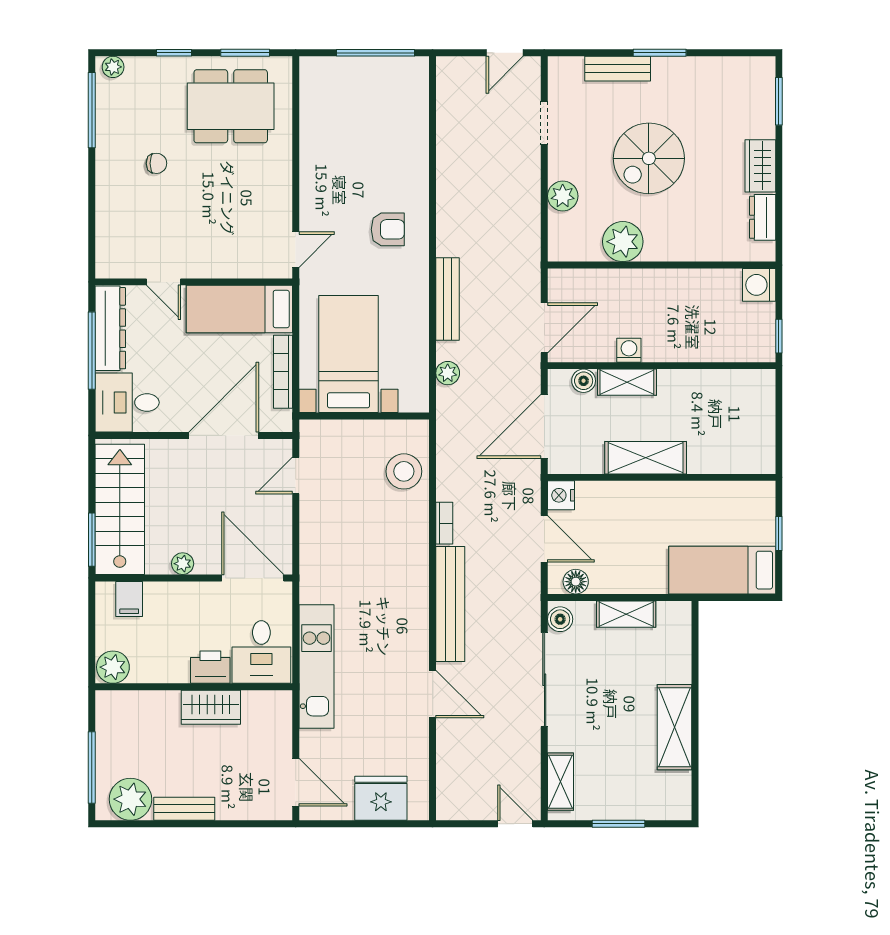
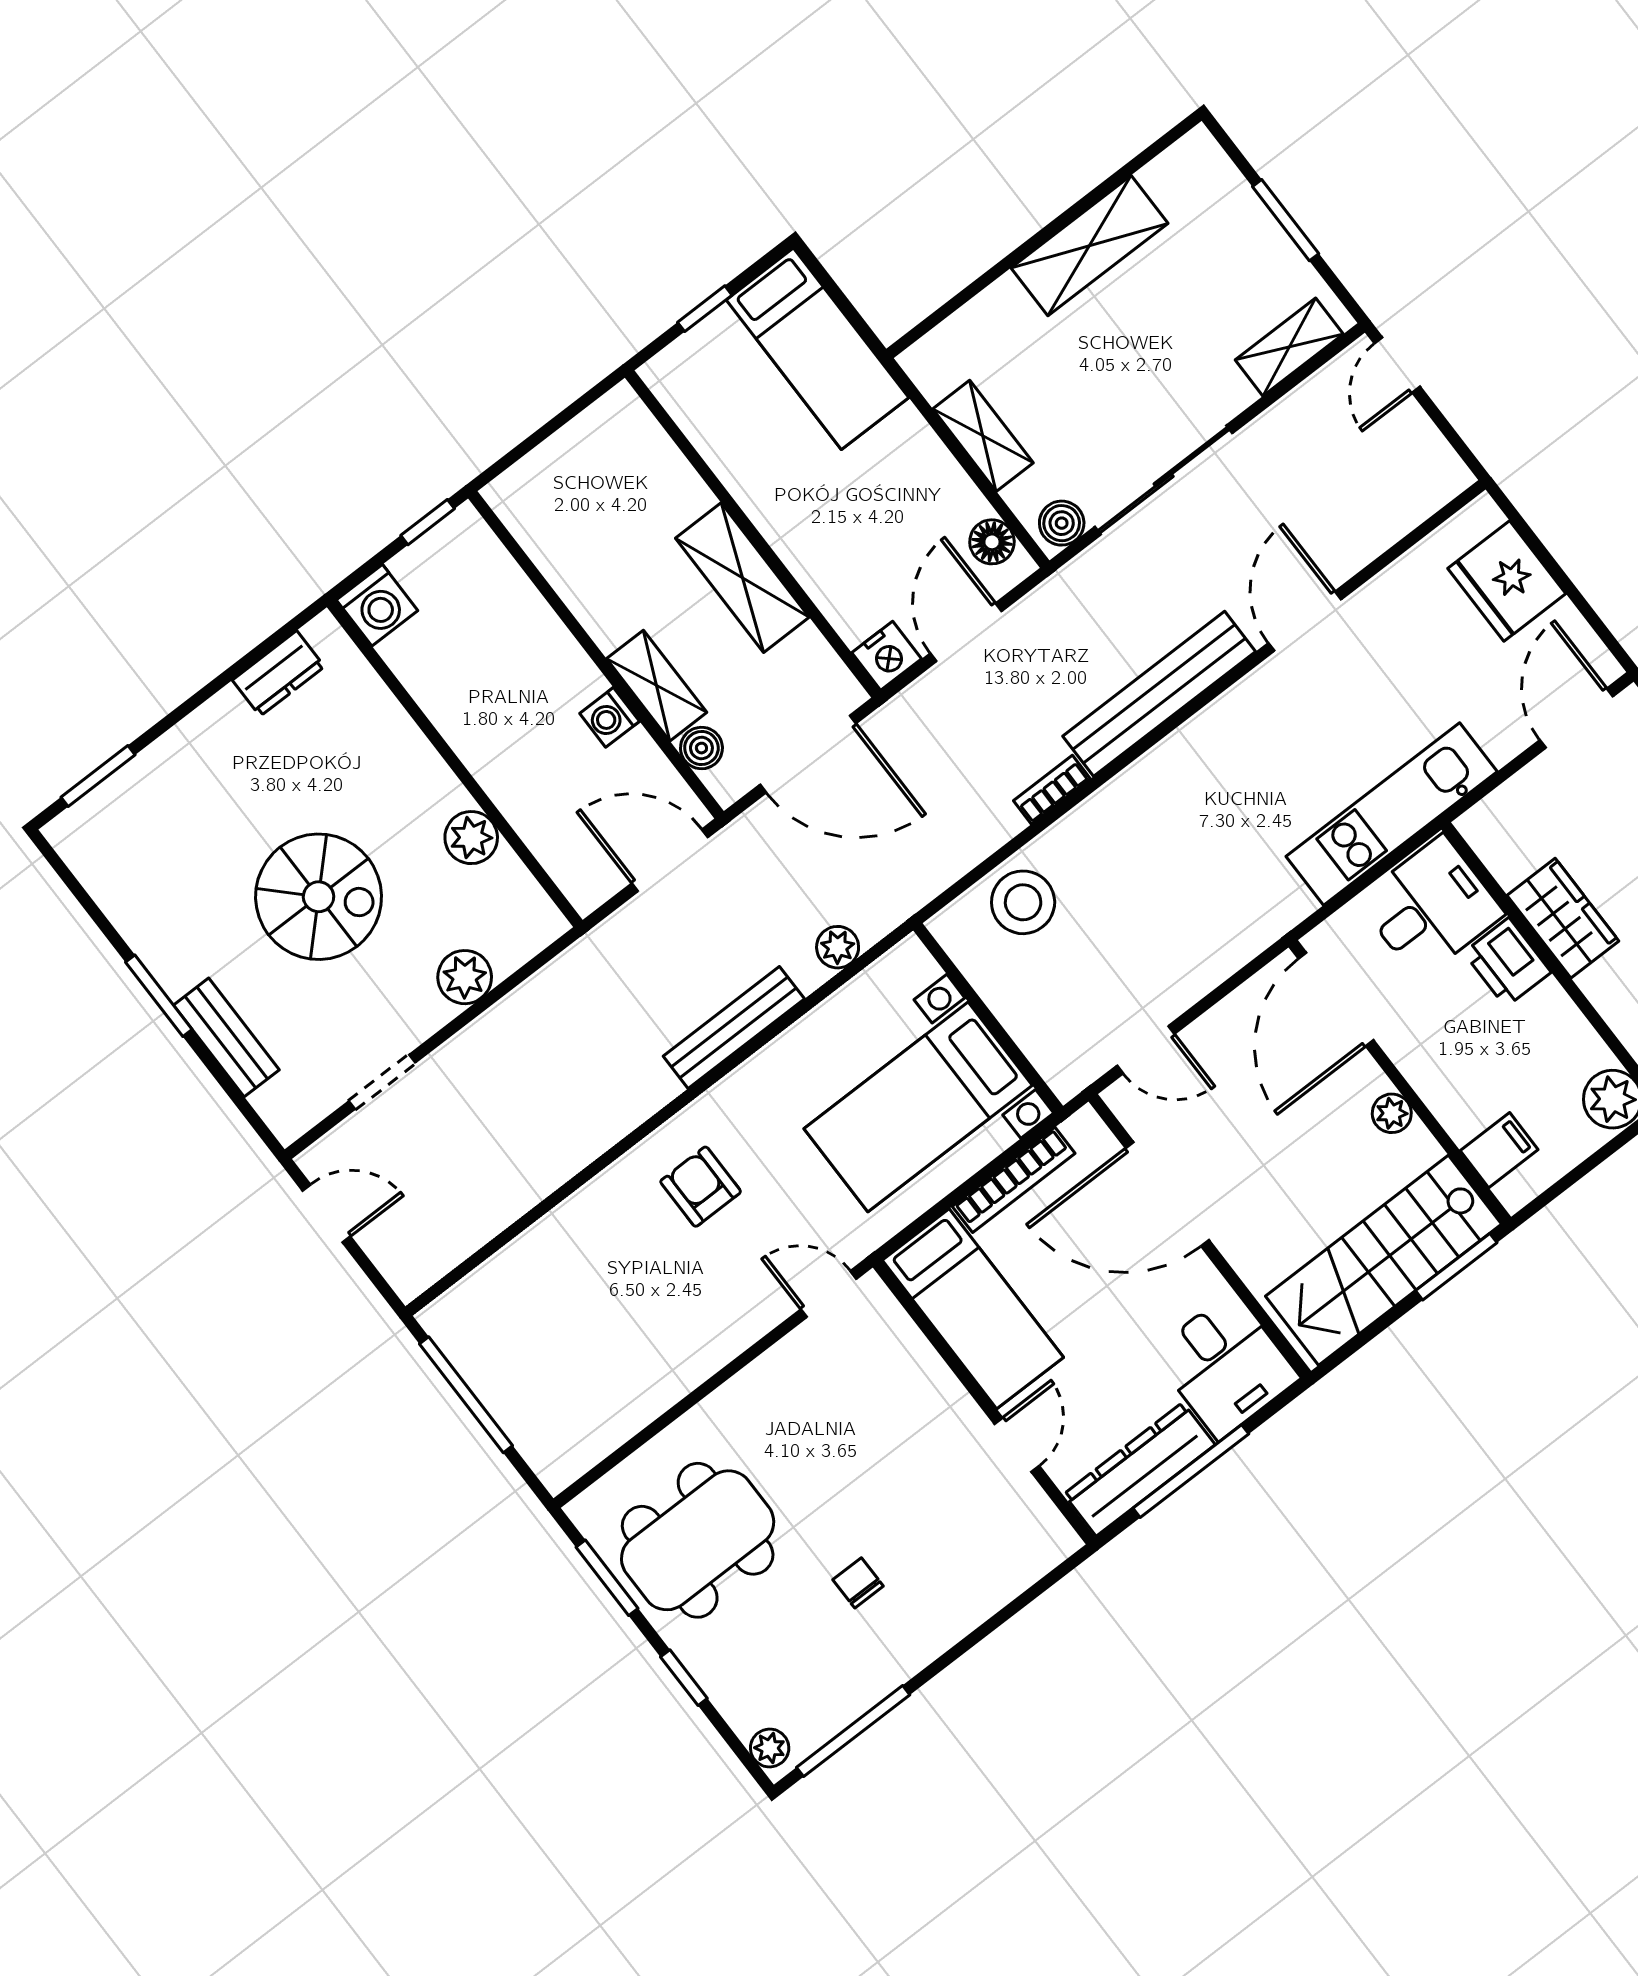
dining table: (231, 106) -> (698, 1540), turned 90
wardrobe: (760, 166) -> (209, 732), removed
plant: (623, 242) -> (471, 838), width x0.73, depth x0.73

